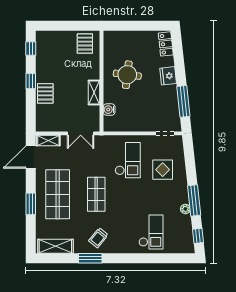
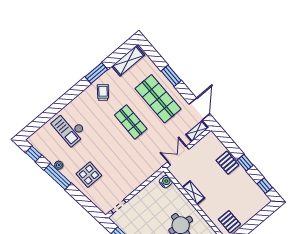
water cooler: (109, 110) -> (166, 182), moved
checkout: (128, 160) -> (129, 165), removed
display table: (163, 170) -> (89, 175), moved

